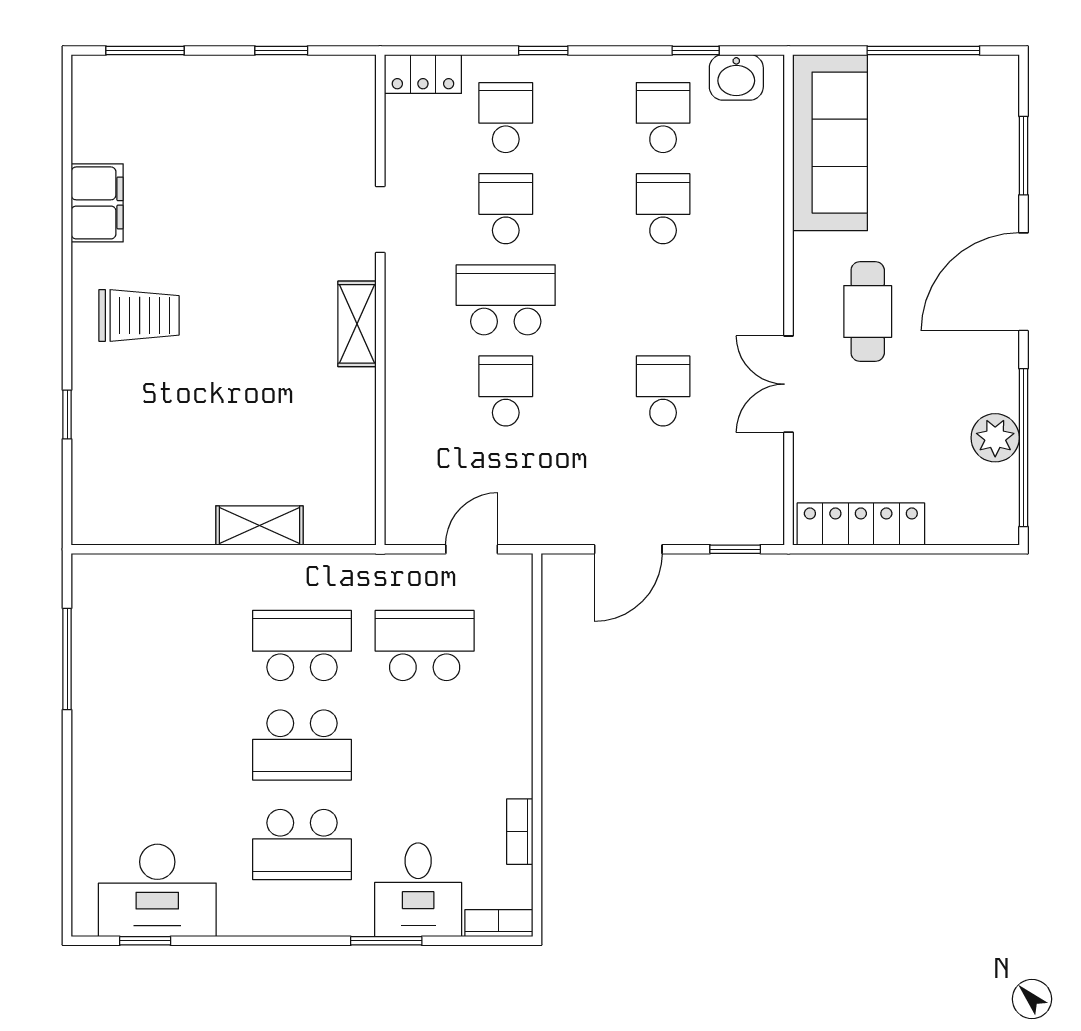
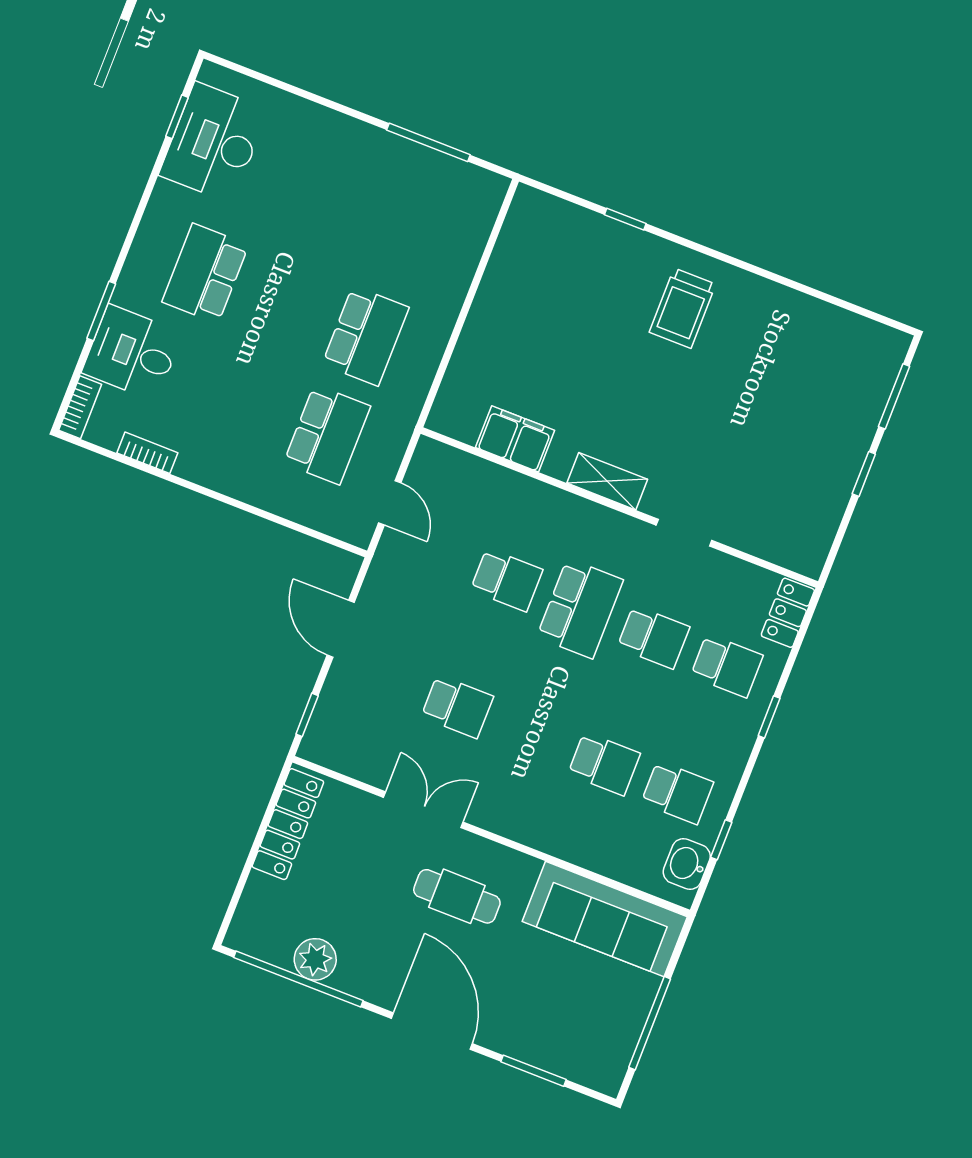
window: (281, 50) -> (864, 474), moved
filing cabinet: (97, 203) -> (515, 439), moved, turned 180
shelving: (259, 525) -> (476, 339), removed
school desk: (302, 745) -> (285, 305), removed

